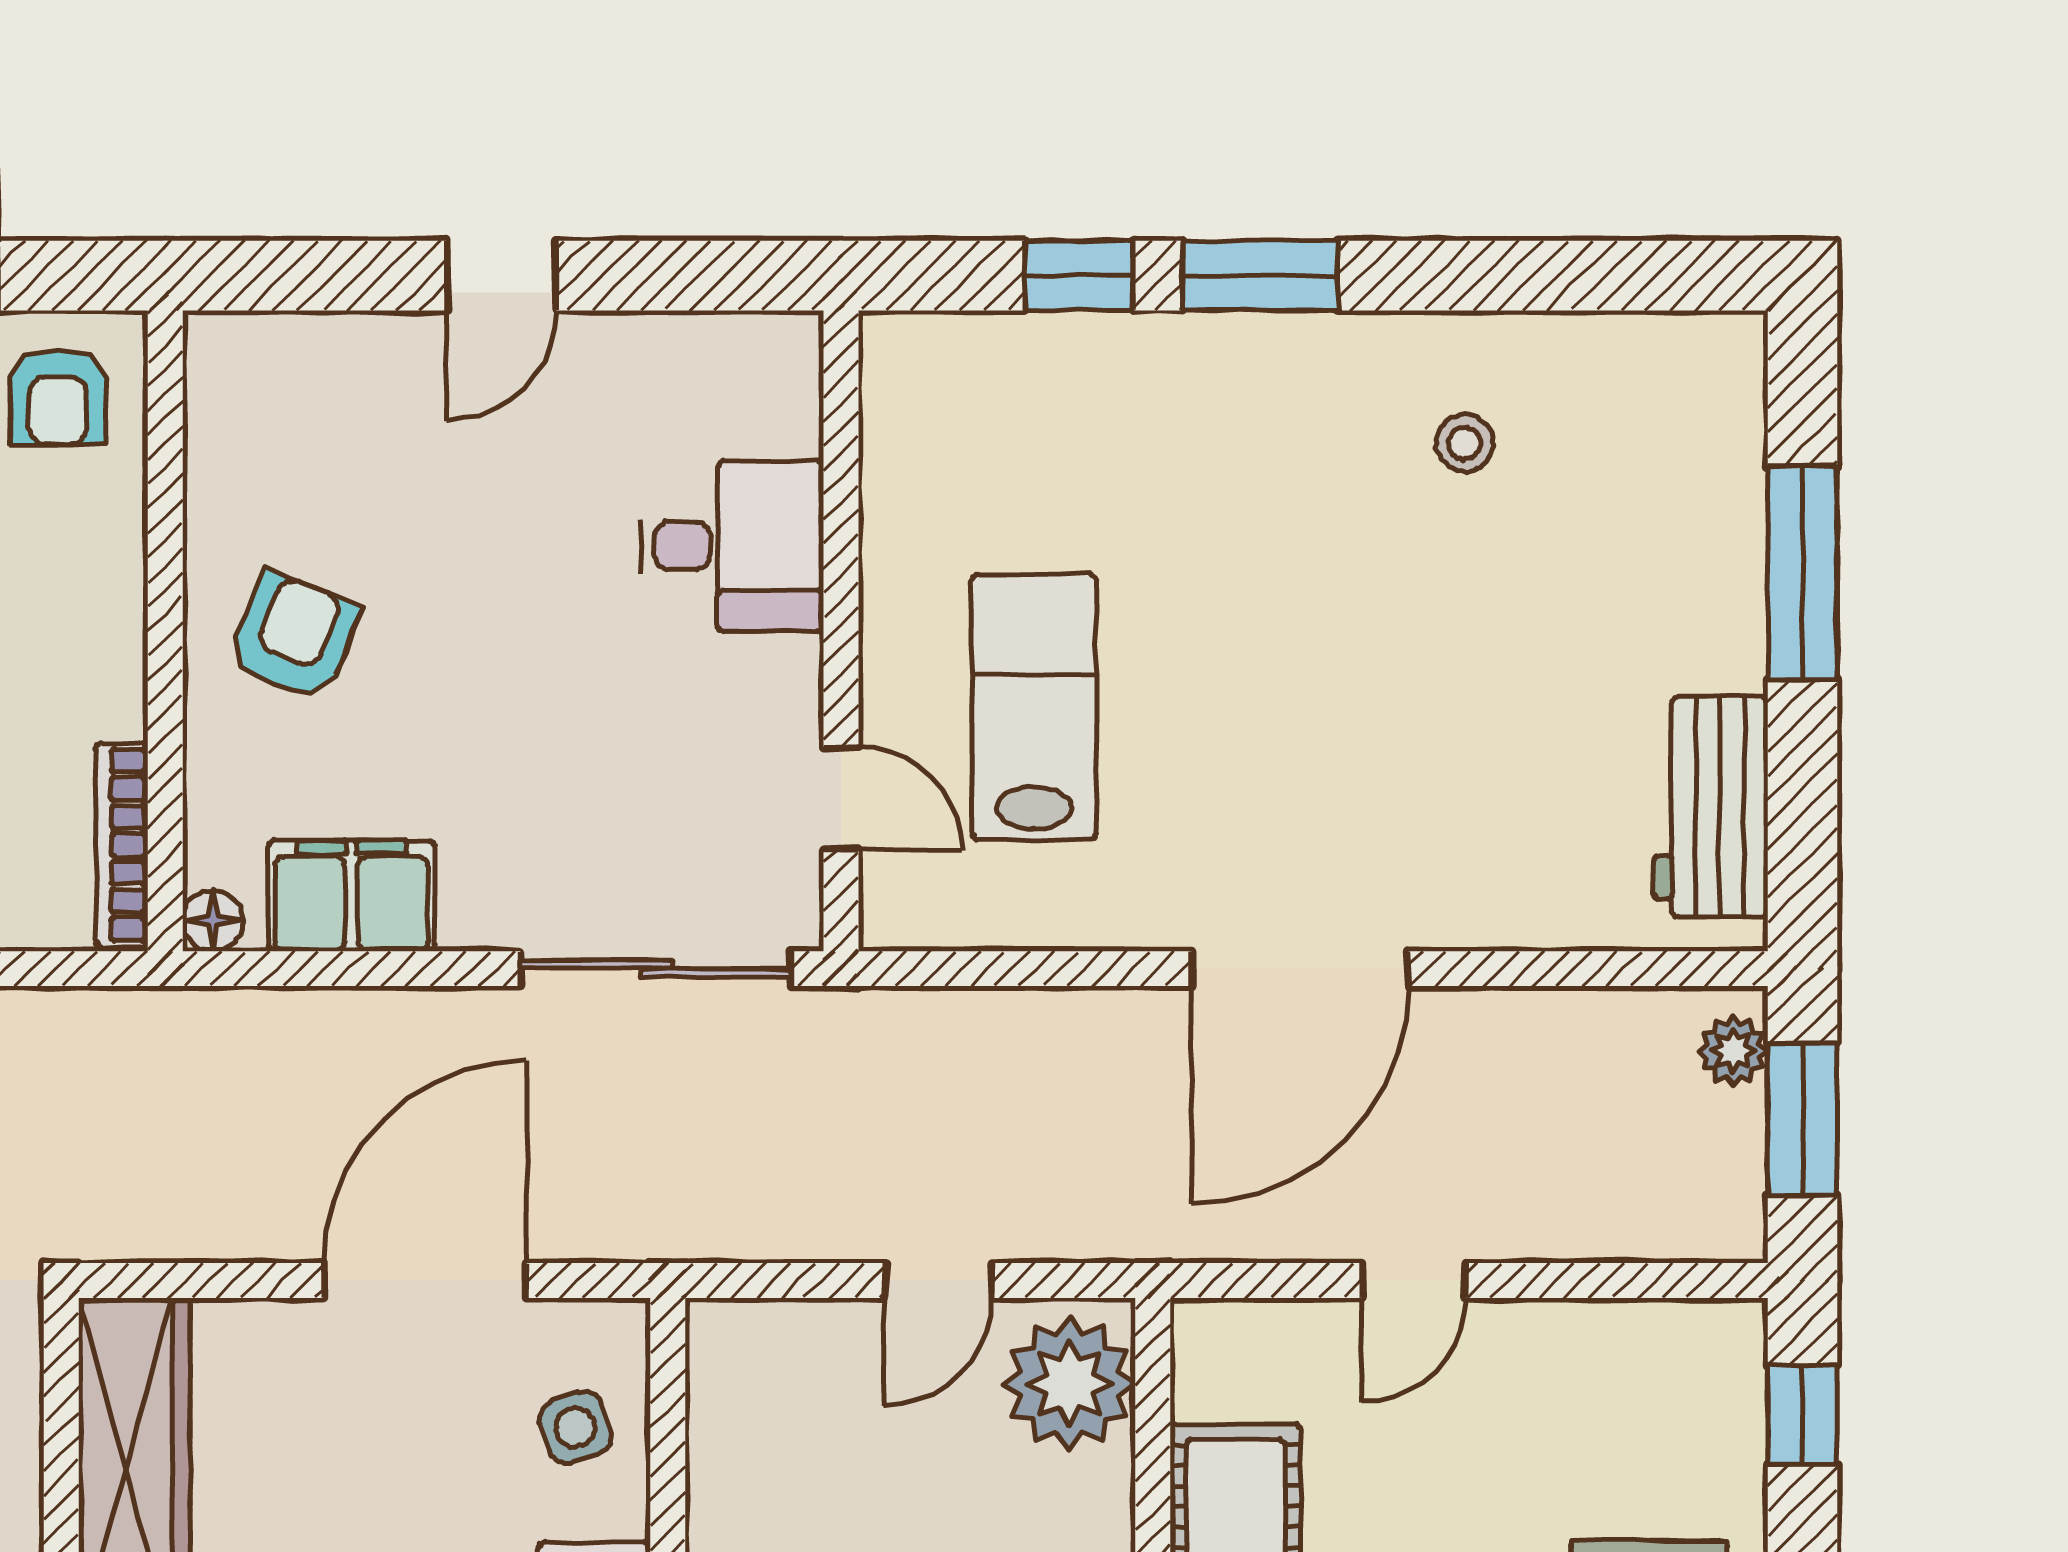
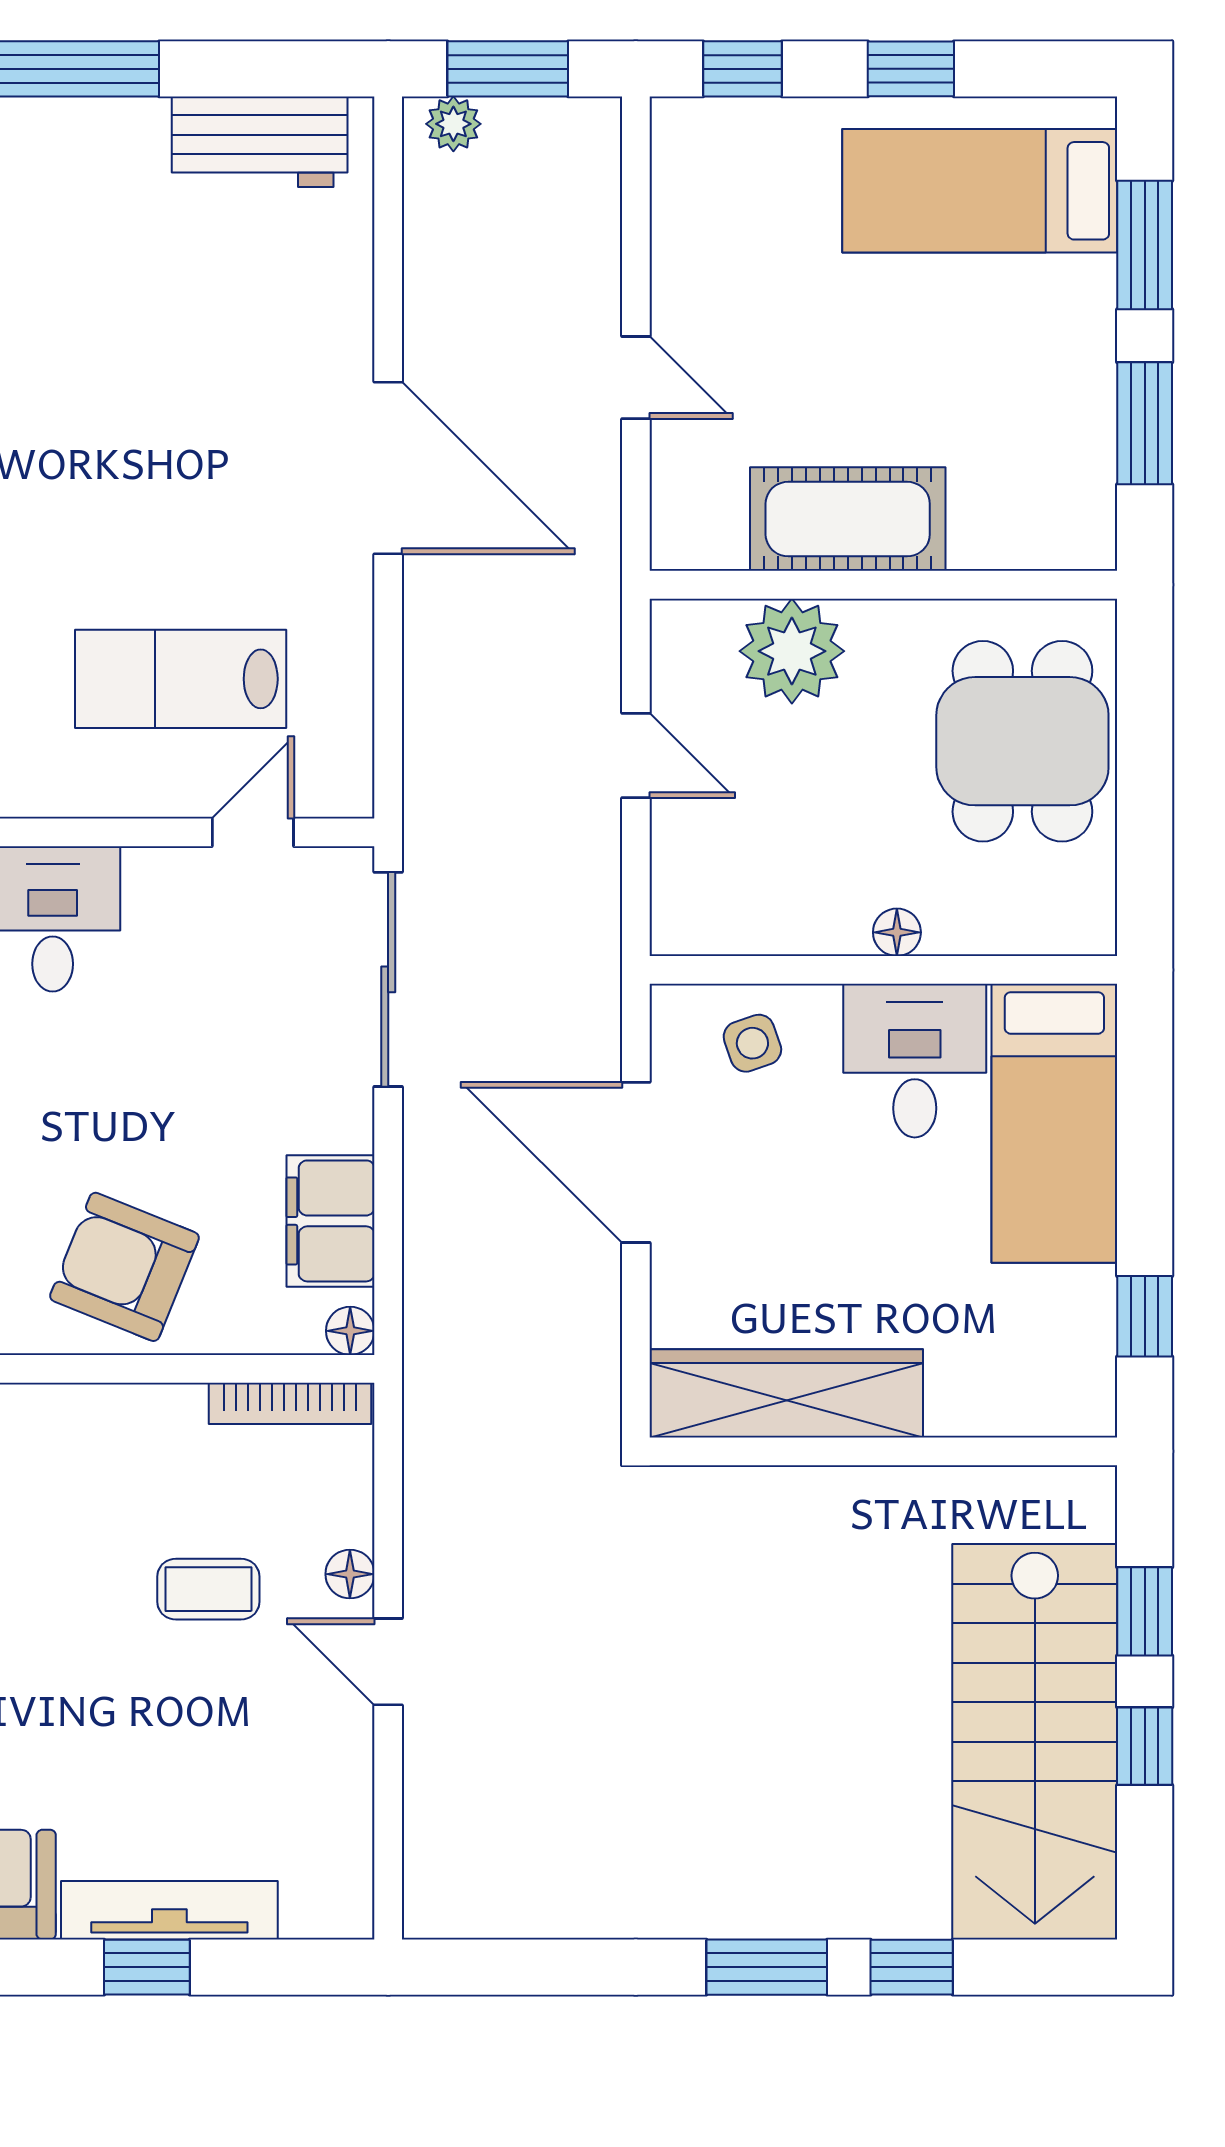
armchair: (294, 636) -> (124, 1267), width x1.38, depth x1.38
plant: (1069, 1384) -> (792, 651), moved

